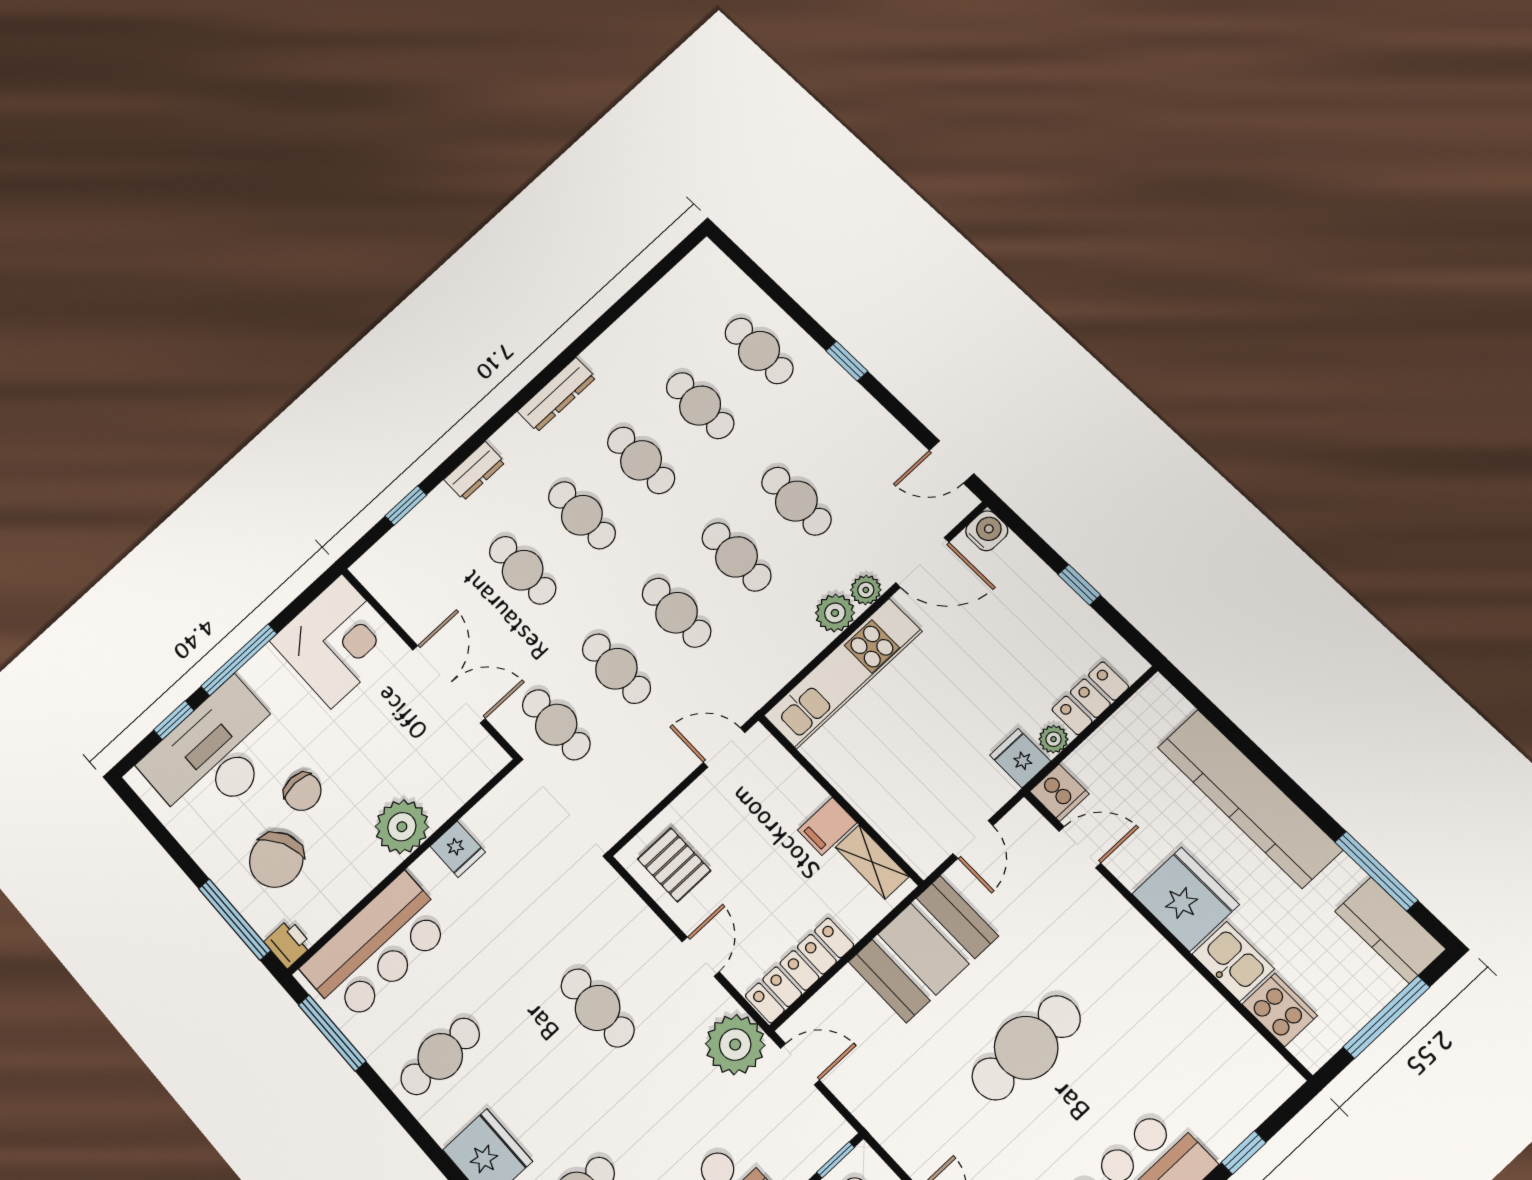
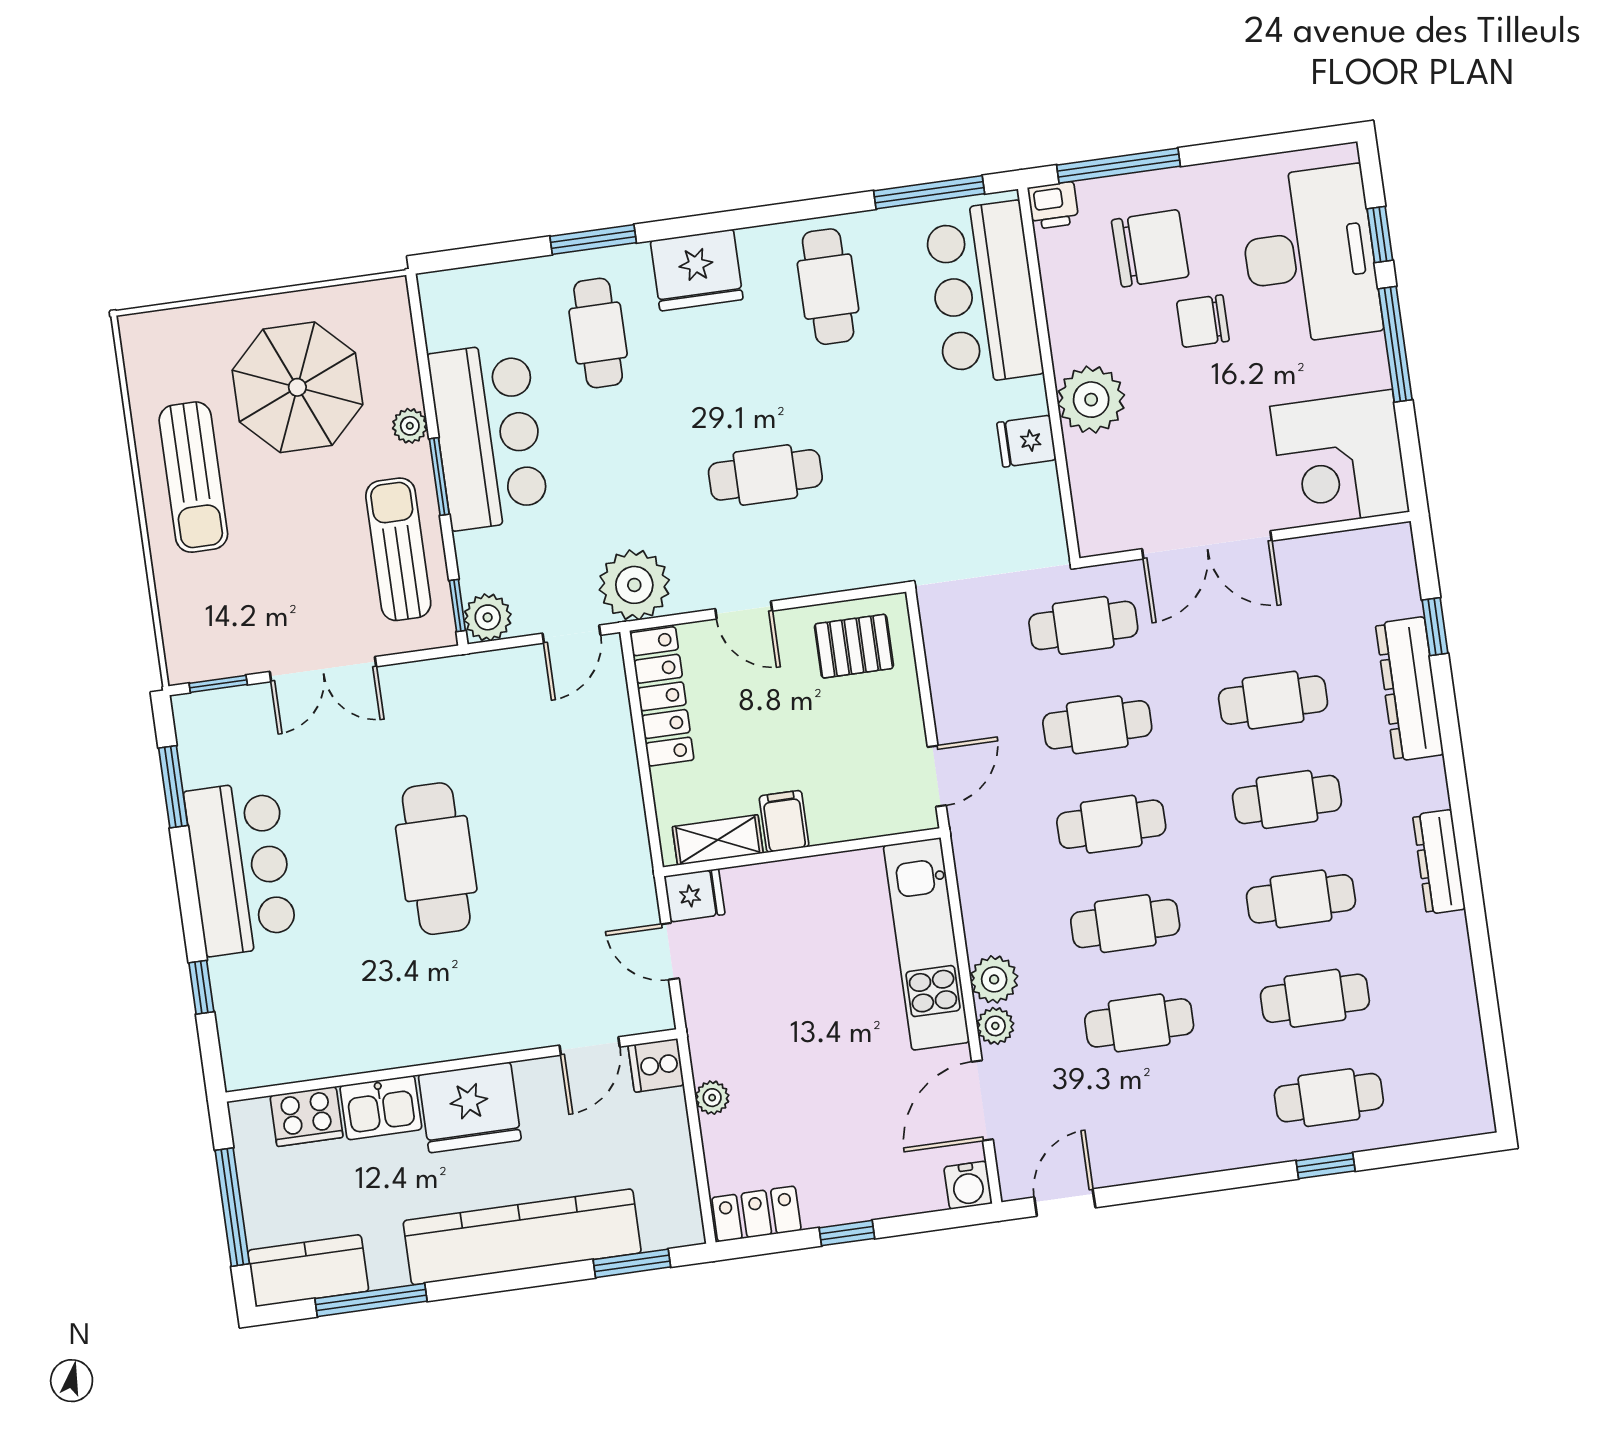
window: (847, 361) -> (1326, 1166), moved
dresser: (475, 471) -> (1409, 689), width x1.96, depth x1.24
locker: (1090, 698) -> (756, 1214), moved, turned -90
window: (1210, 711) -> (632, 1263), added
fridge: (1020, 758) -> (695, 895), moved
chair: (276, 860) -> (1150, 248), turned 114
booth: (923, 949) -> (598, 829), removed
plant: (829, 1132) -> (488, 617), added

